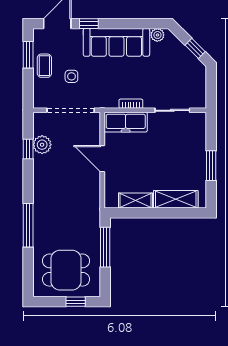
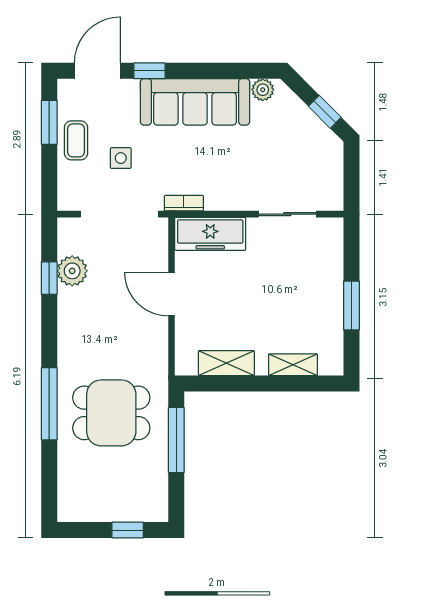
bookcase: (131, 104) -> (184, 203), moved
shelving: (176, 199) -> (293, 365), width x0.67, depth x0.75
dining table: (66, 270) -> (111, 413), moved

